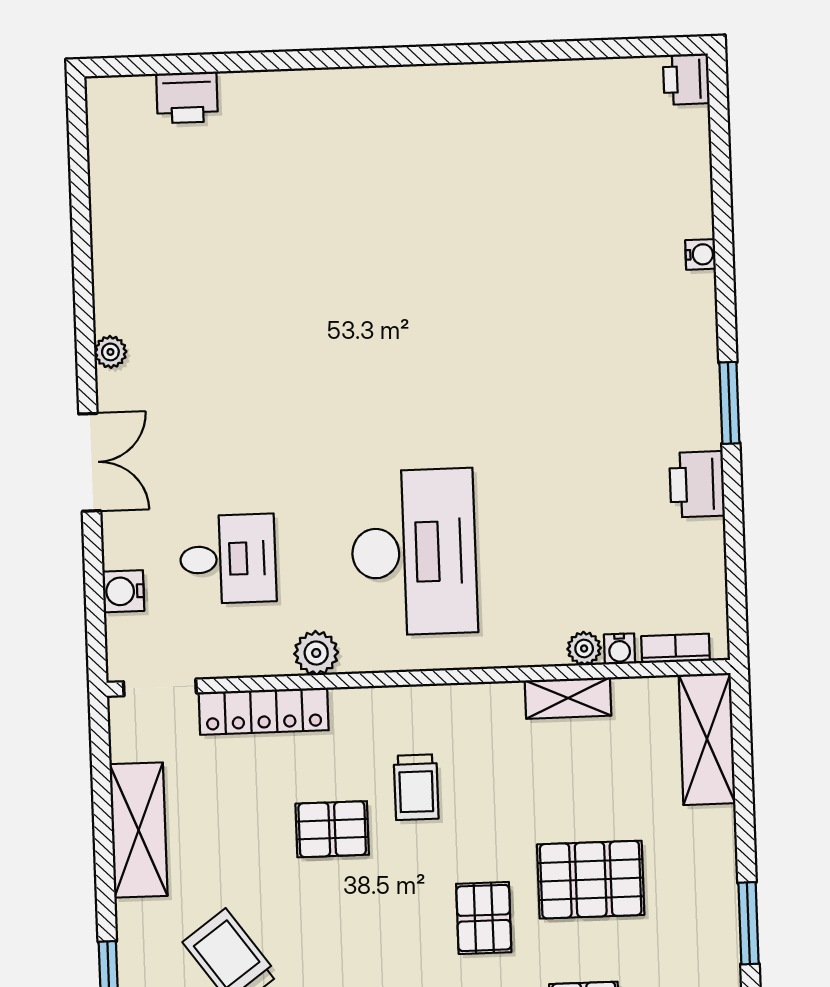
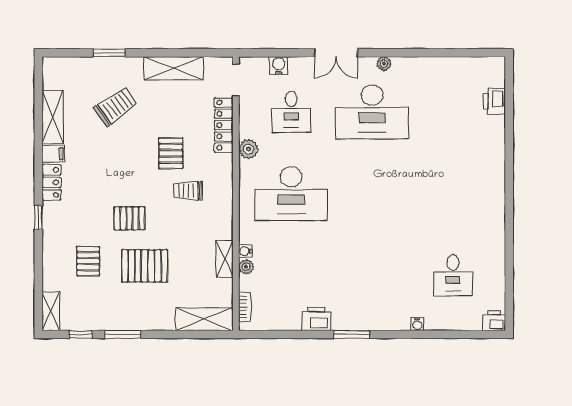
desk: (586, 177) -> (453, 275), added
desk: (221, 375) -> (372, 112), added
water cooler: (620, 649) -> (245, 251), moved
pallet: (591, 880) -> (145, 266), turned 90

